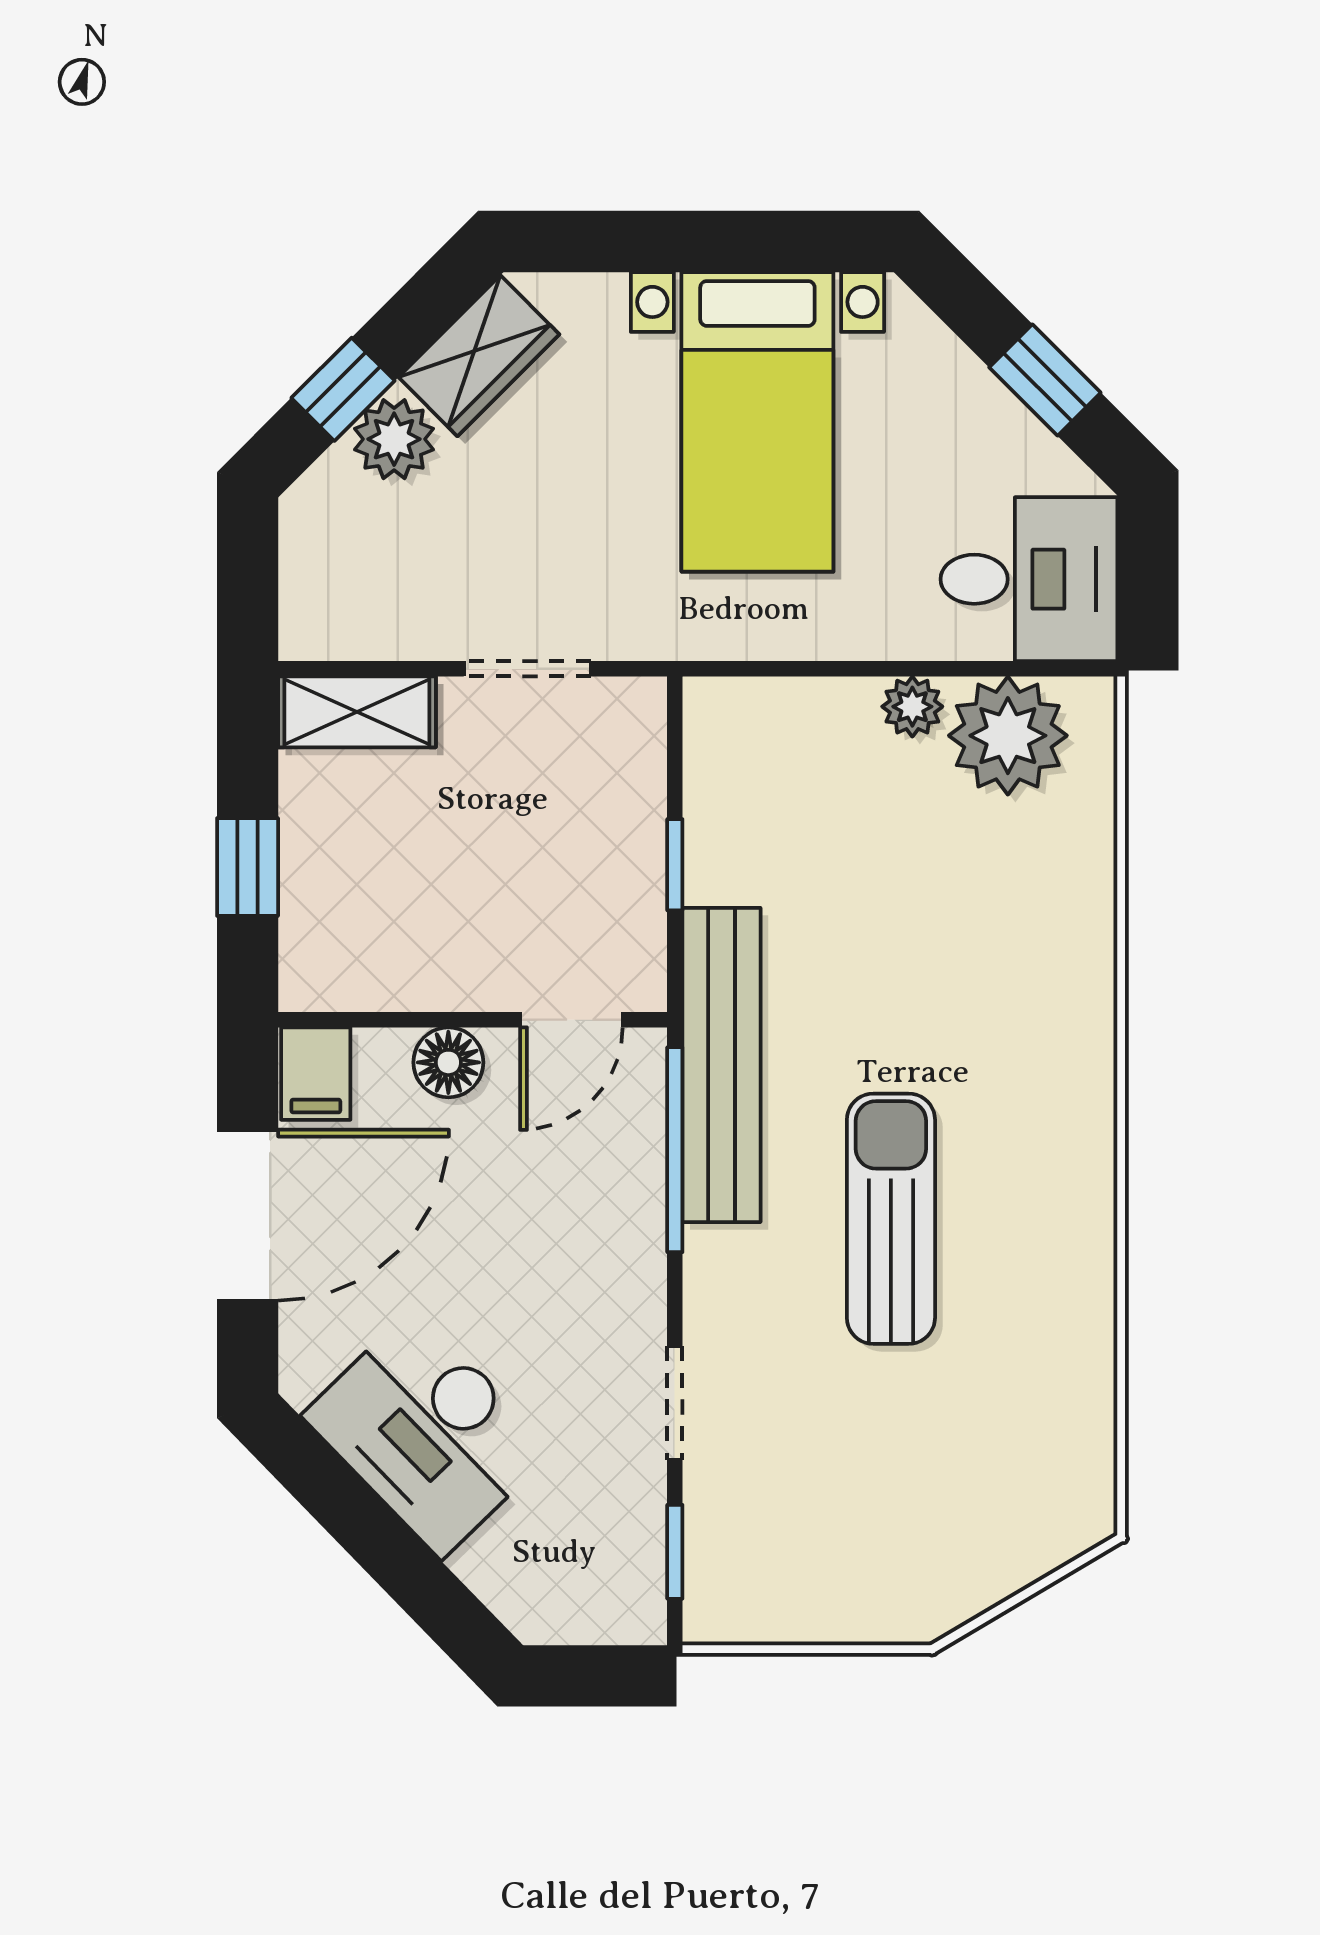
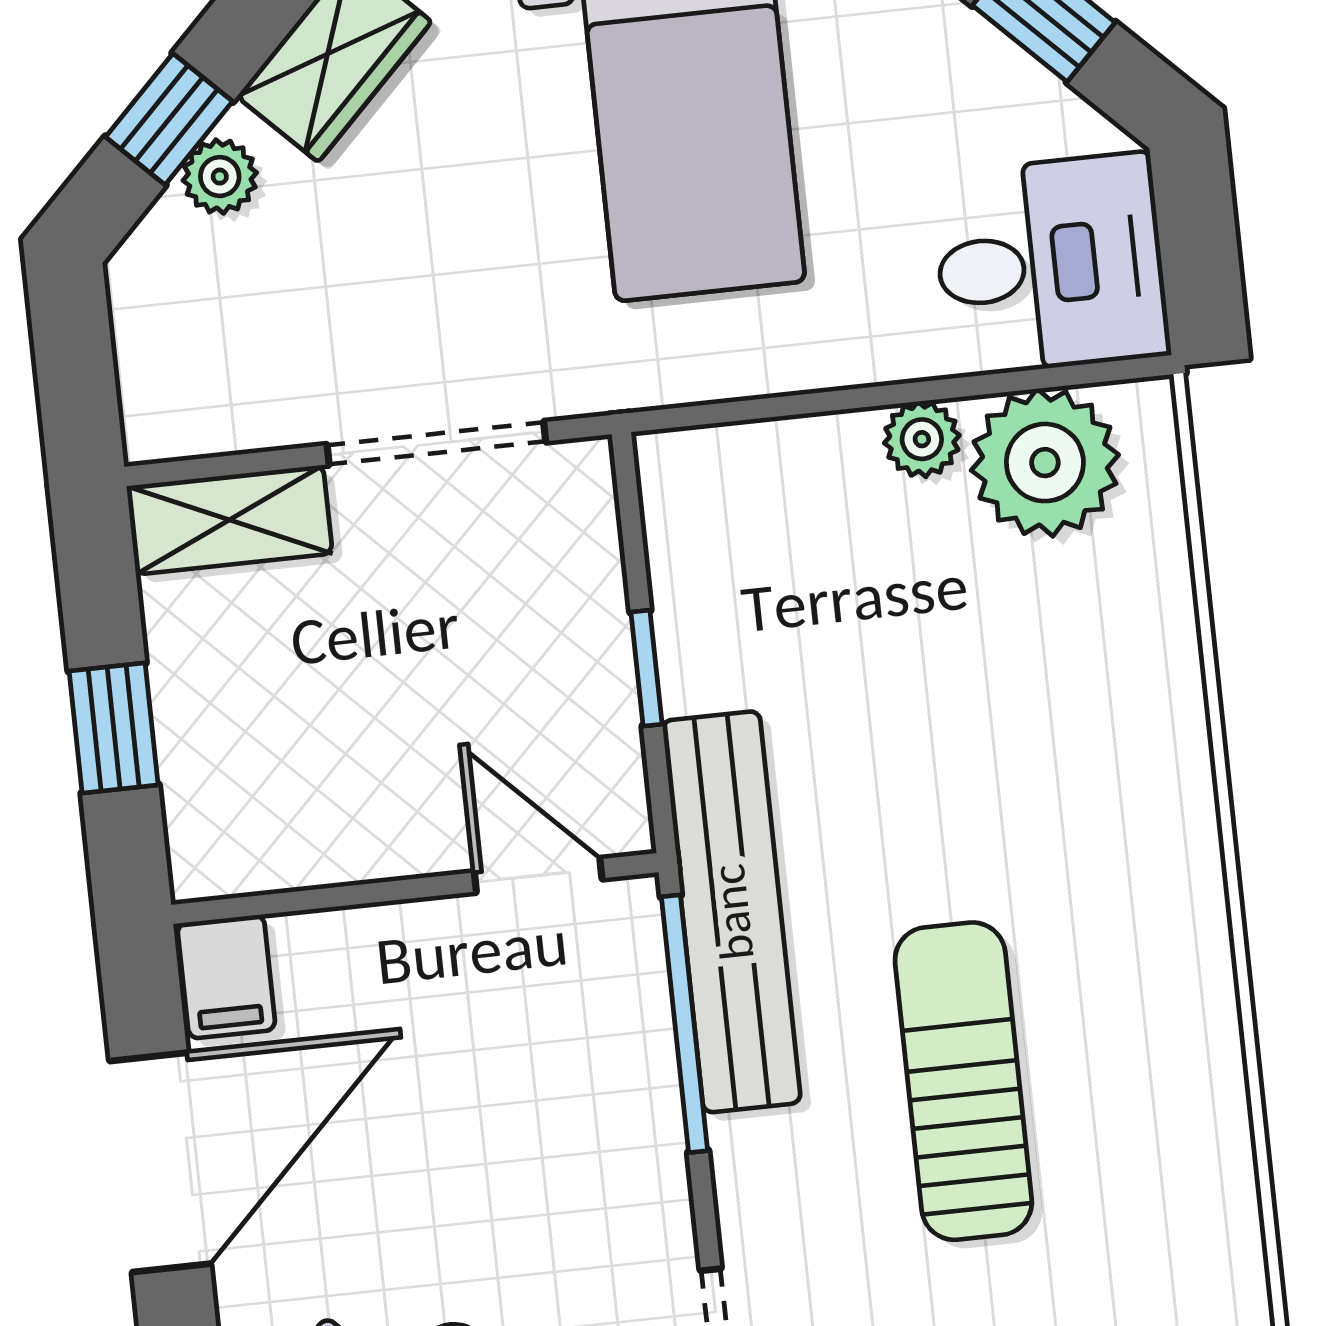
plant: (394, 439) -> (220, 177), width x0.73, depth x0.73
doorway: (527, 669) -> (436, 443), width x1.38
door: (571, 1020) -> (538, 875), swing flipped
floor lamp: (448, 1062) -> (390, 945), removed

